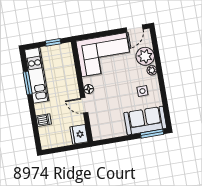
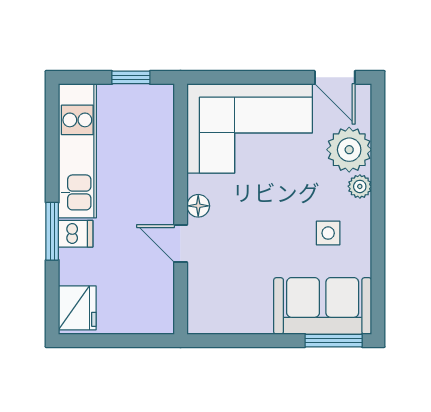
door: (135, 28) -> (335, 77), hinge flipped
window: (28, 83) -> (52, 231), moved
dishwasher: (44, 120) -> (76, 234), moved
fridge: (79, 134) -> (77, 308), moved, turned 180

